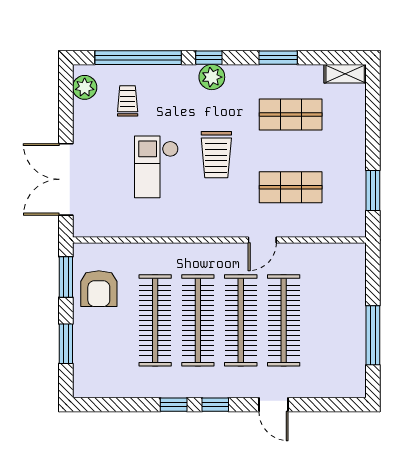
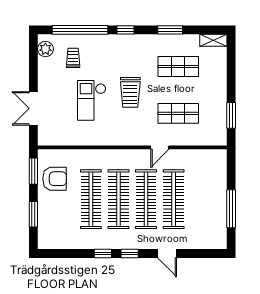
plant: (212, 77) -> (127, 42), removed
double door: (66, 179) -> (33, 108), width x0.73
armchair: (99, 289) -> (55, 179), turned -90

